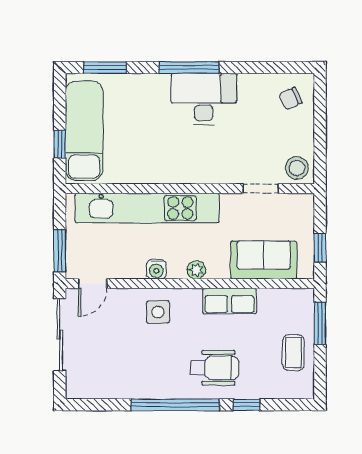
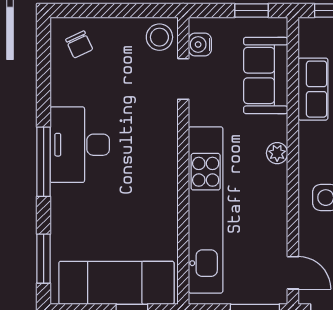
water cooler: (156, 269) -> (200, 44), moved, turned 180
row of seats: (230, 301) -> (313, 89), moved

